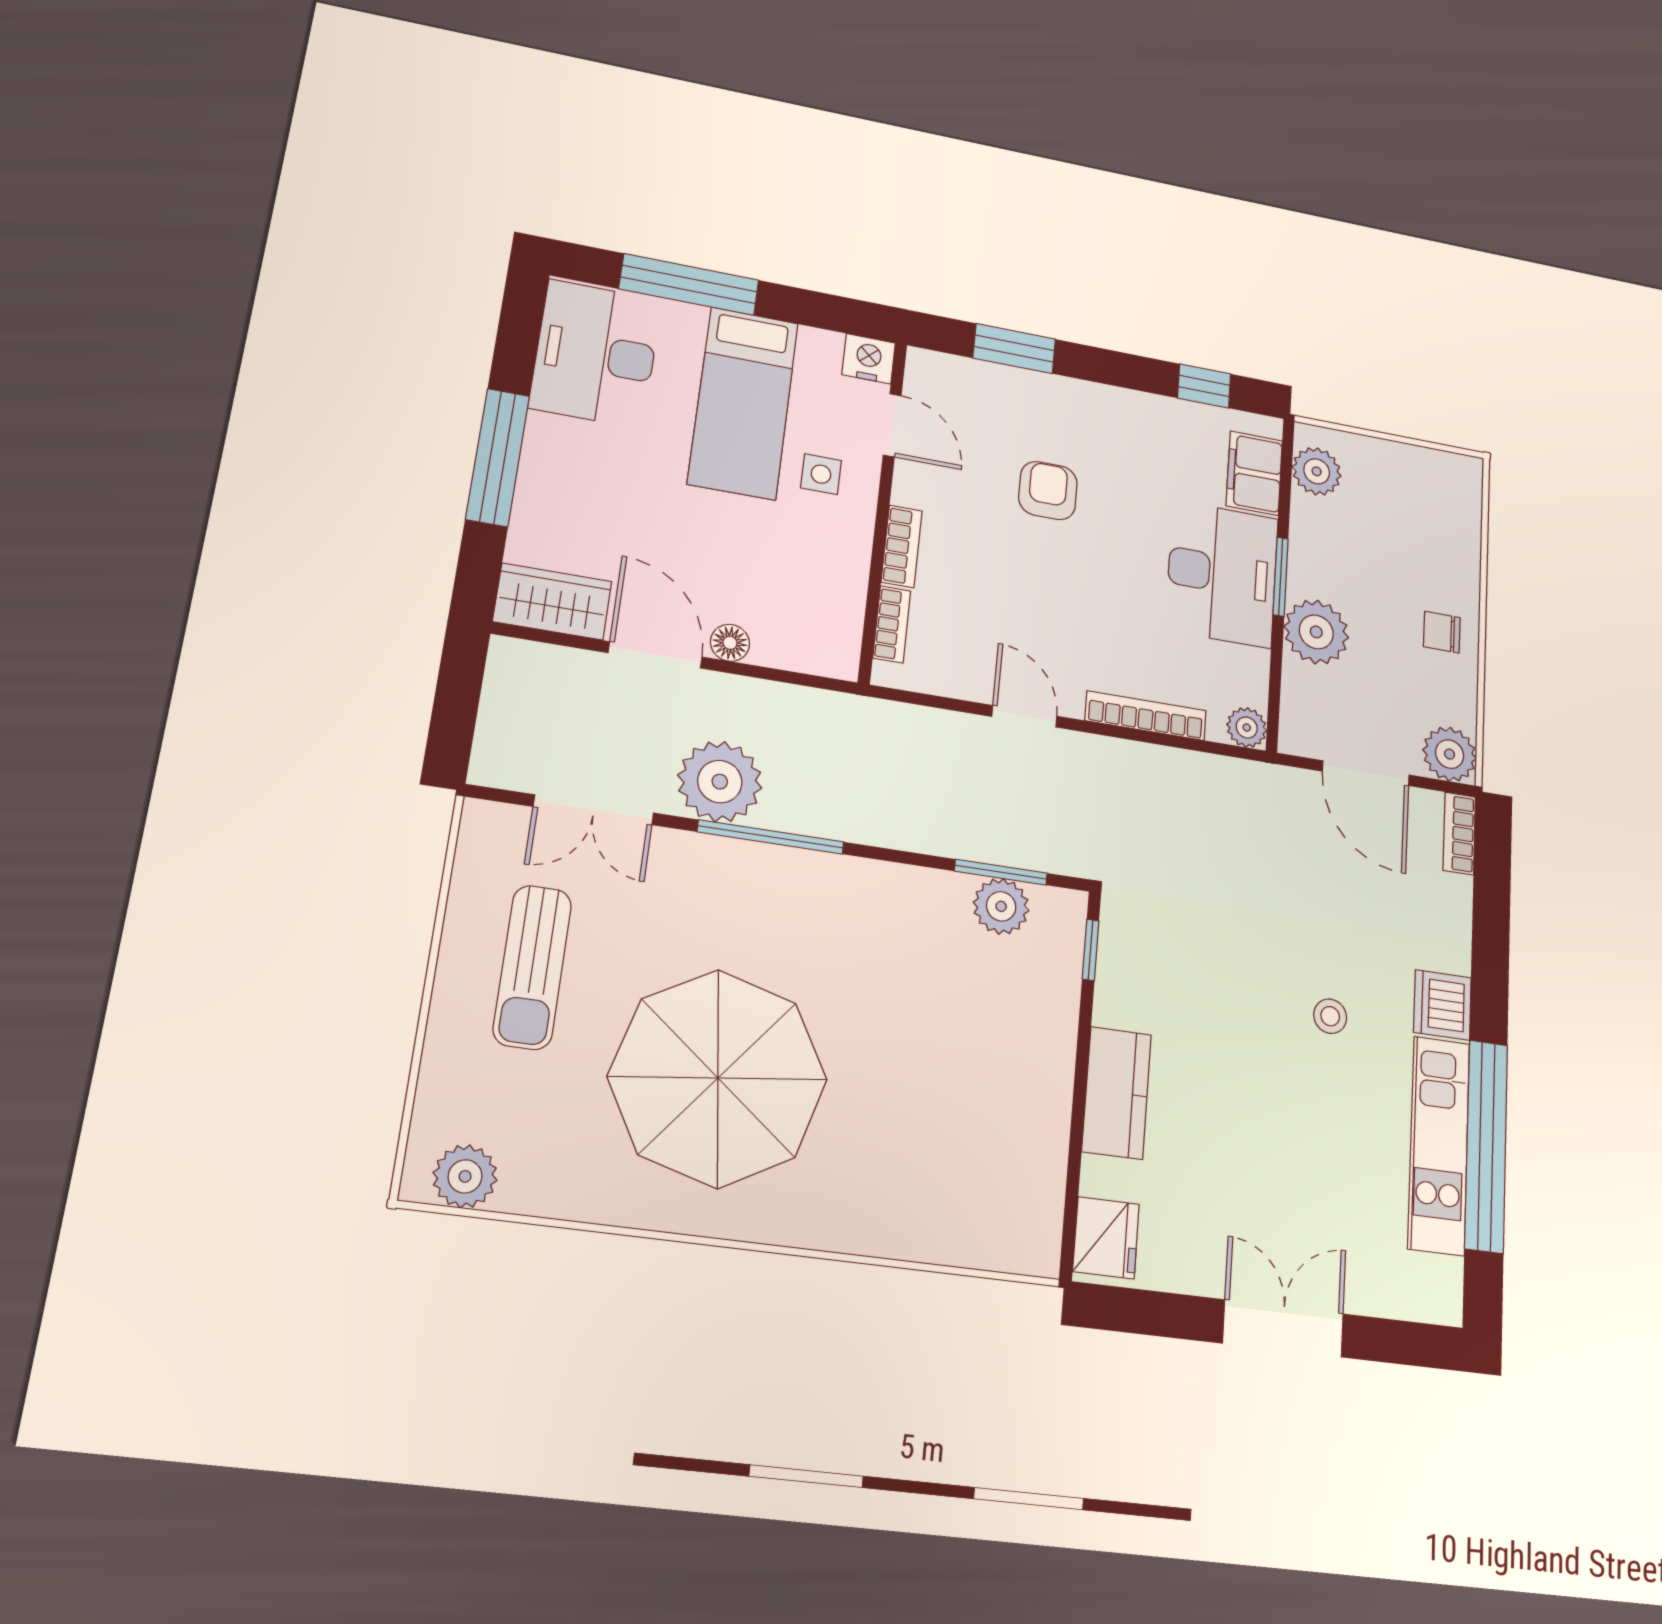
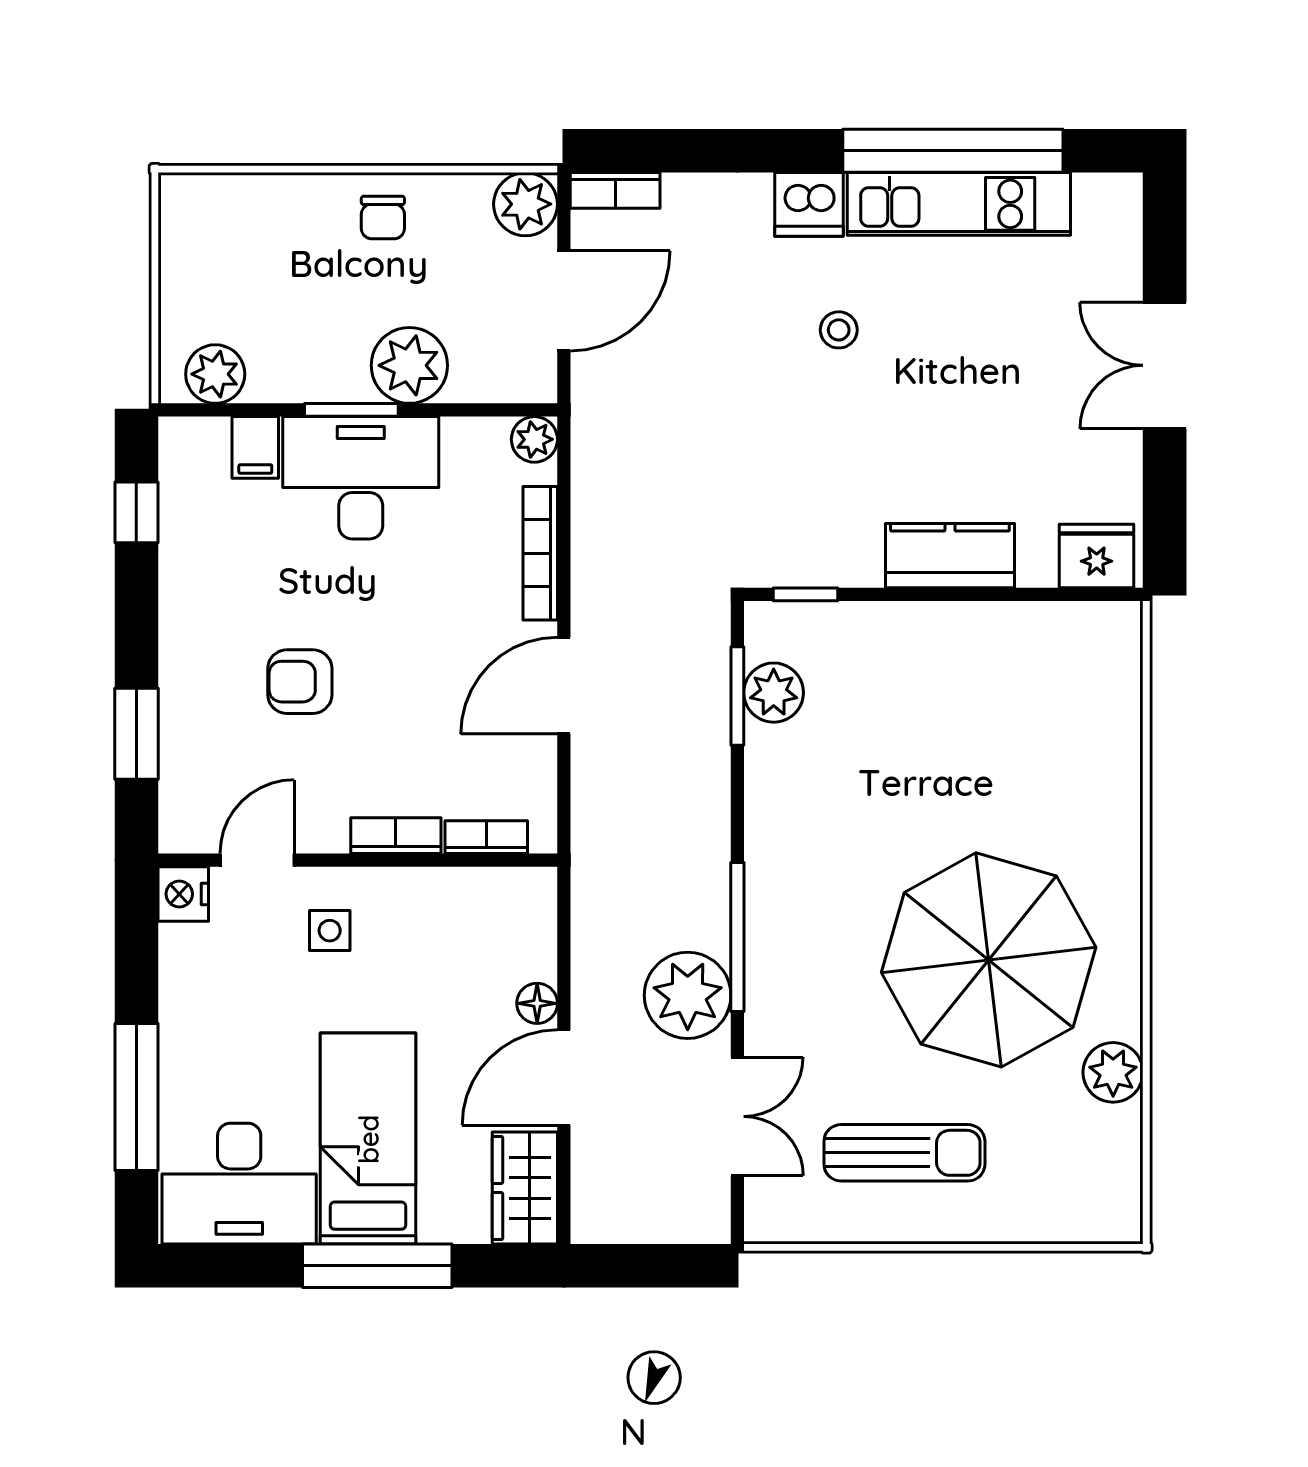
bed: (743, 403) -> (368, 1139), moved, turned -90
filing cabinet: (1254, 473) -> (255, 447), width x0.50
door: (1024, 716) -> (564, 686), width x1.38
plant: (465, 1176) -> (1113, 1072), moved

